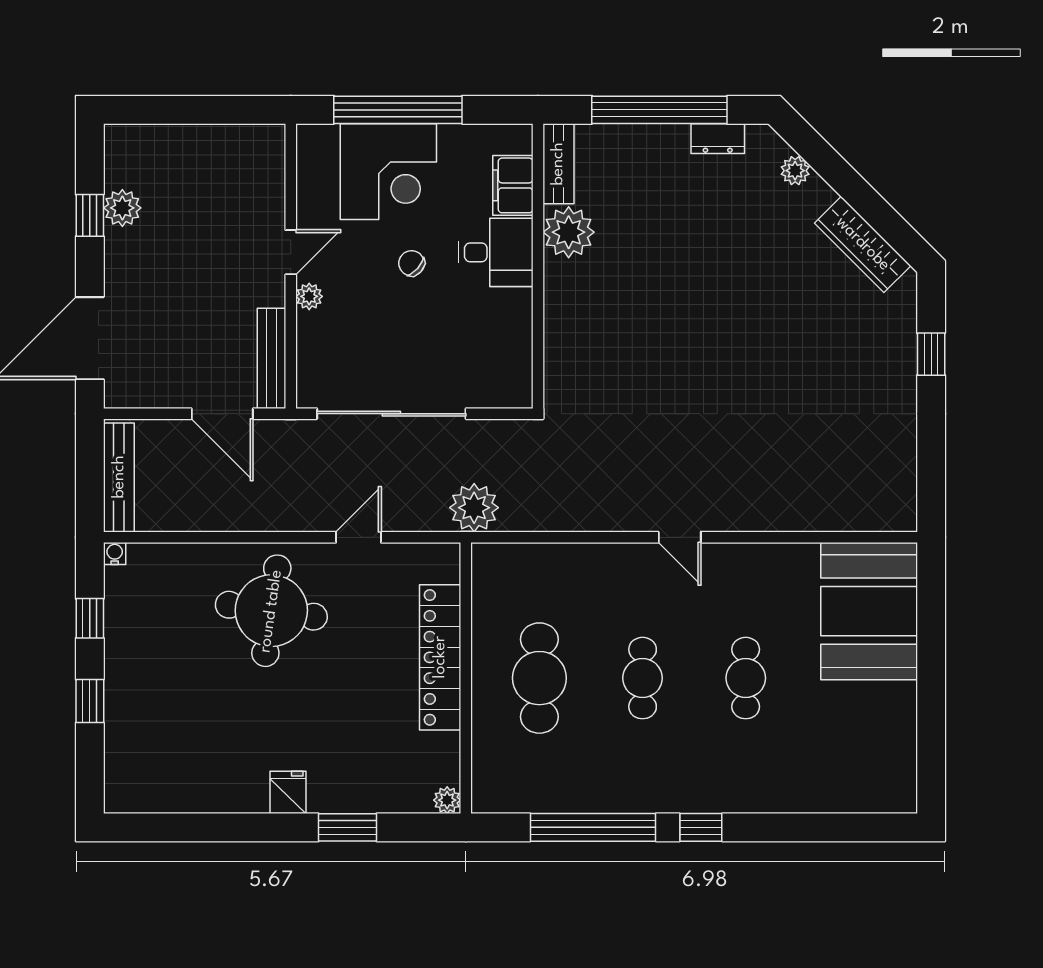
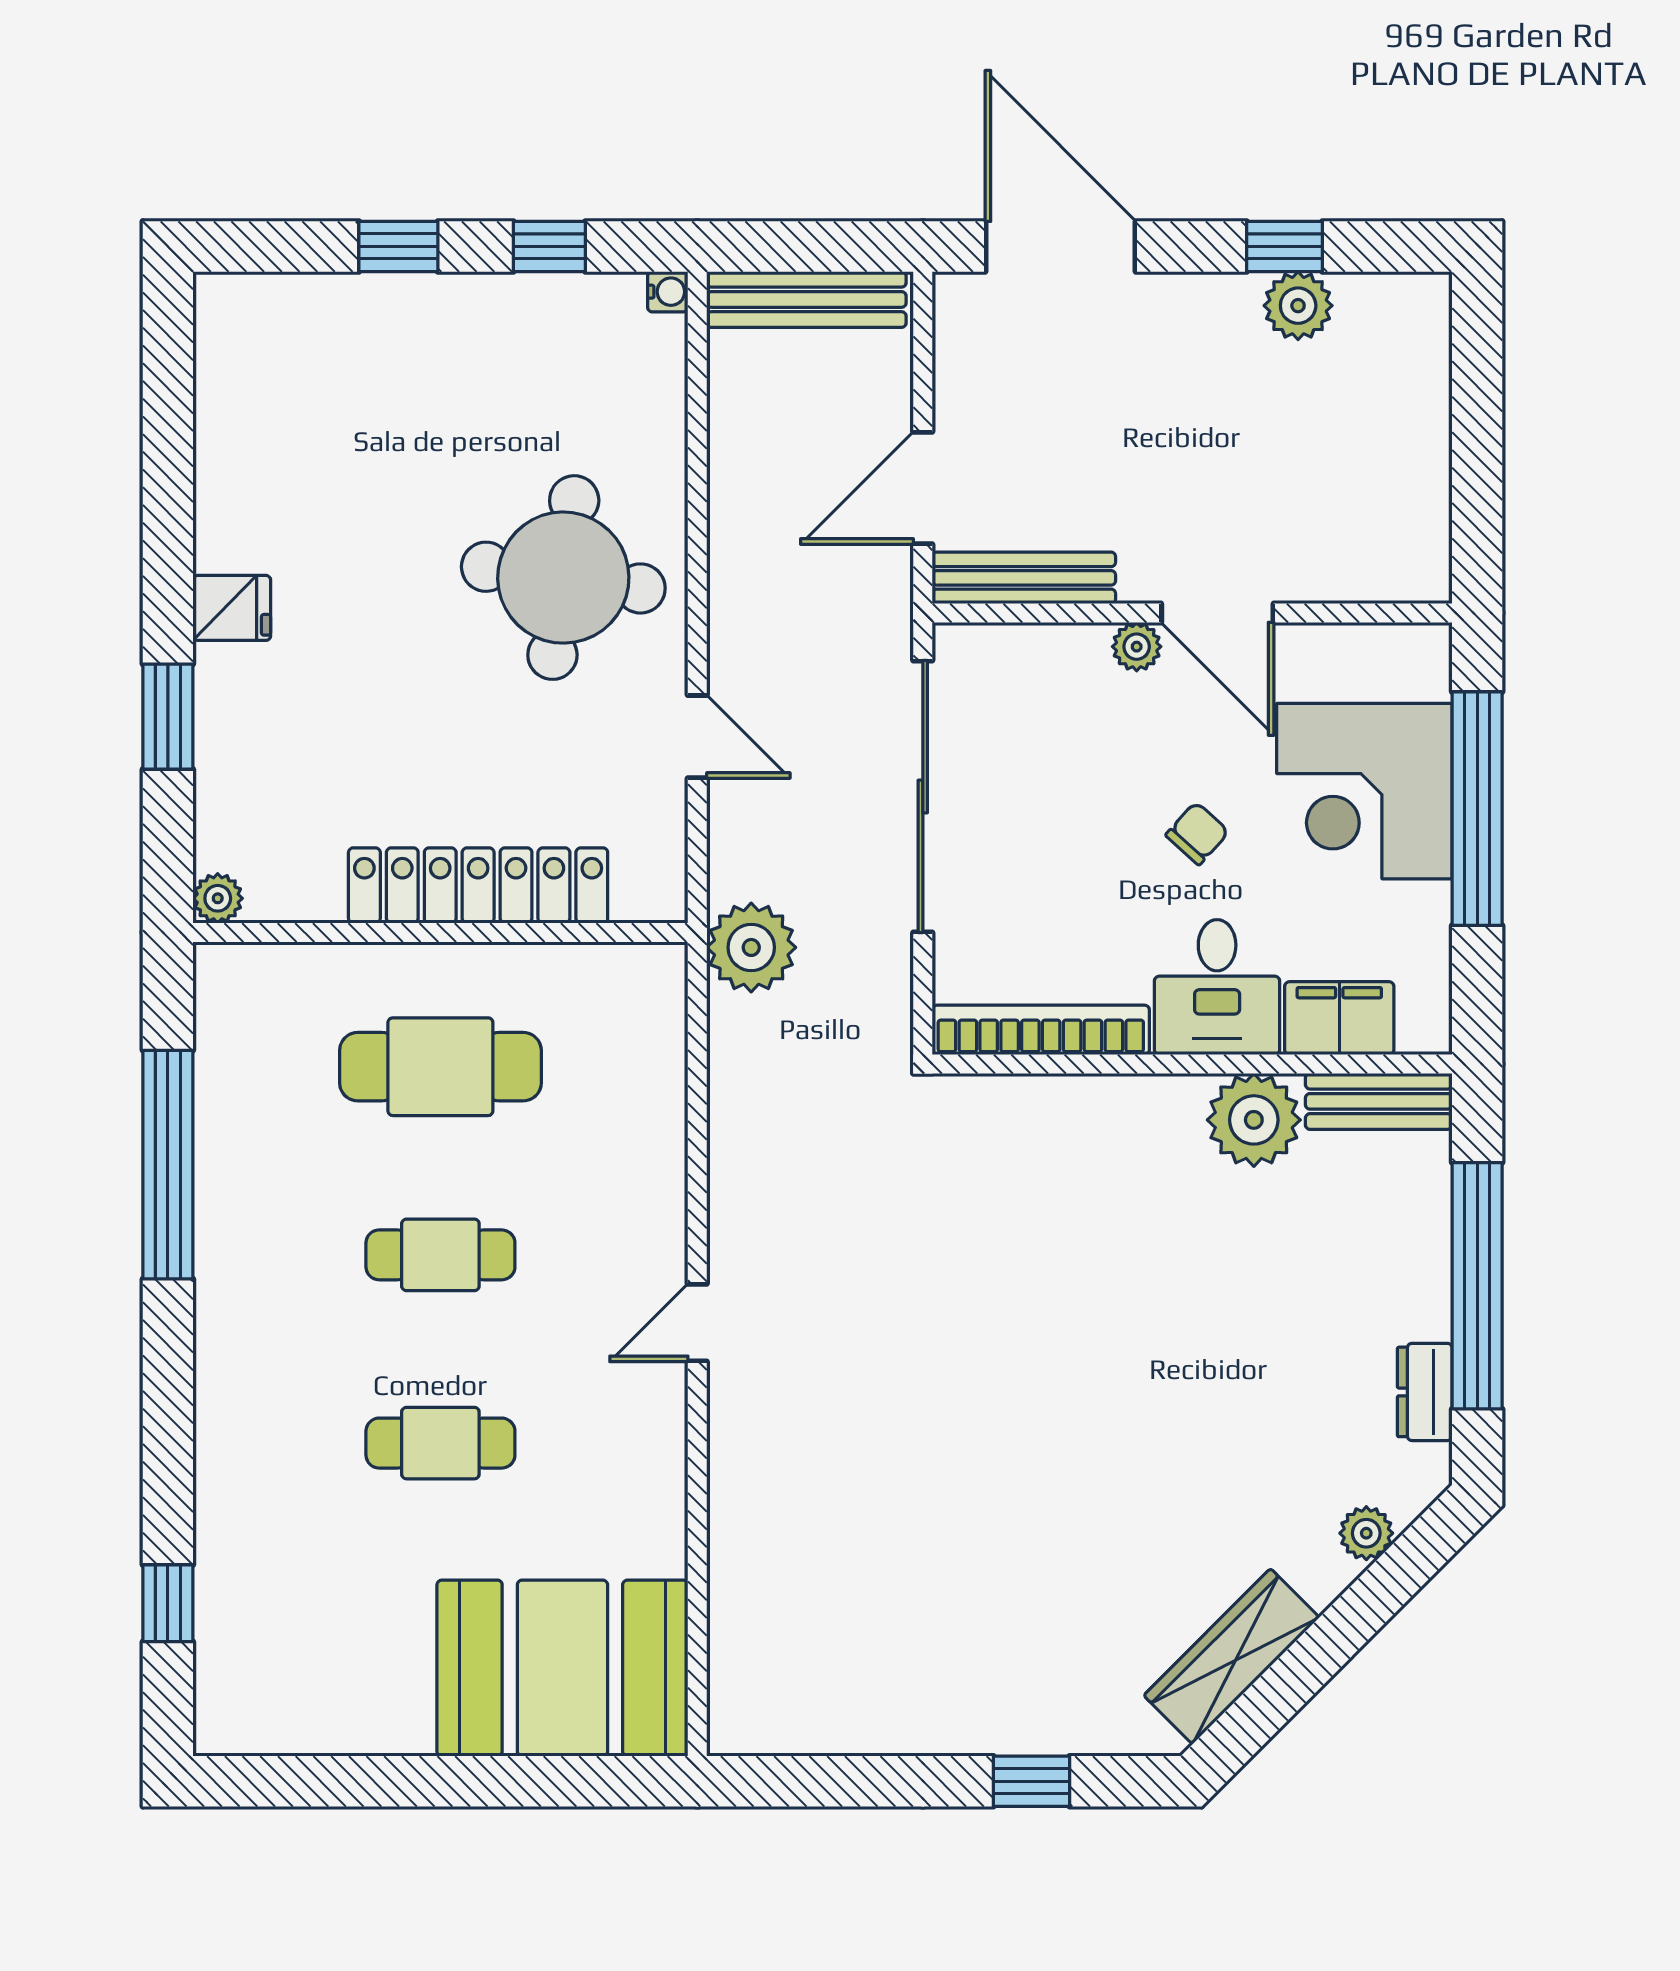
door: (291, 252) -> (1217, 613), width x1.38
bookcase: (519, 349) -> (1041, 1030), added
window: (701, 827) -> (168, 1603), moved

